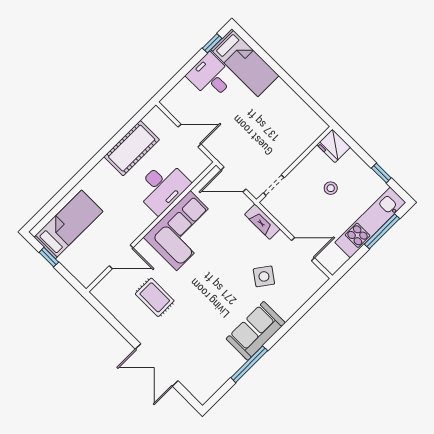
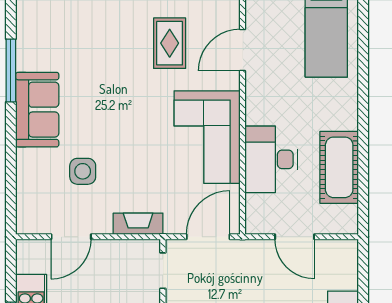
door: (189, 136) -> (295, 237), hinge flipped
side table: (264, 276) -> (83, 171), turned -36
rug: (155, 297) -> (170, 43), turned 90

